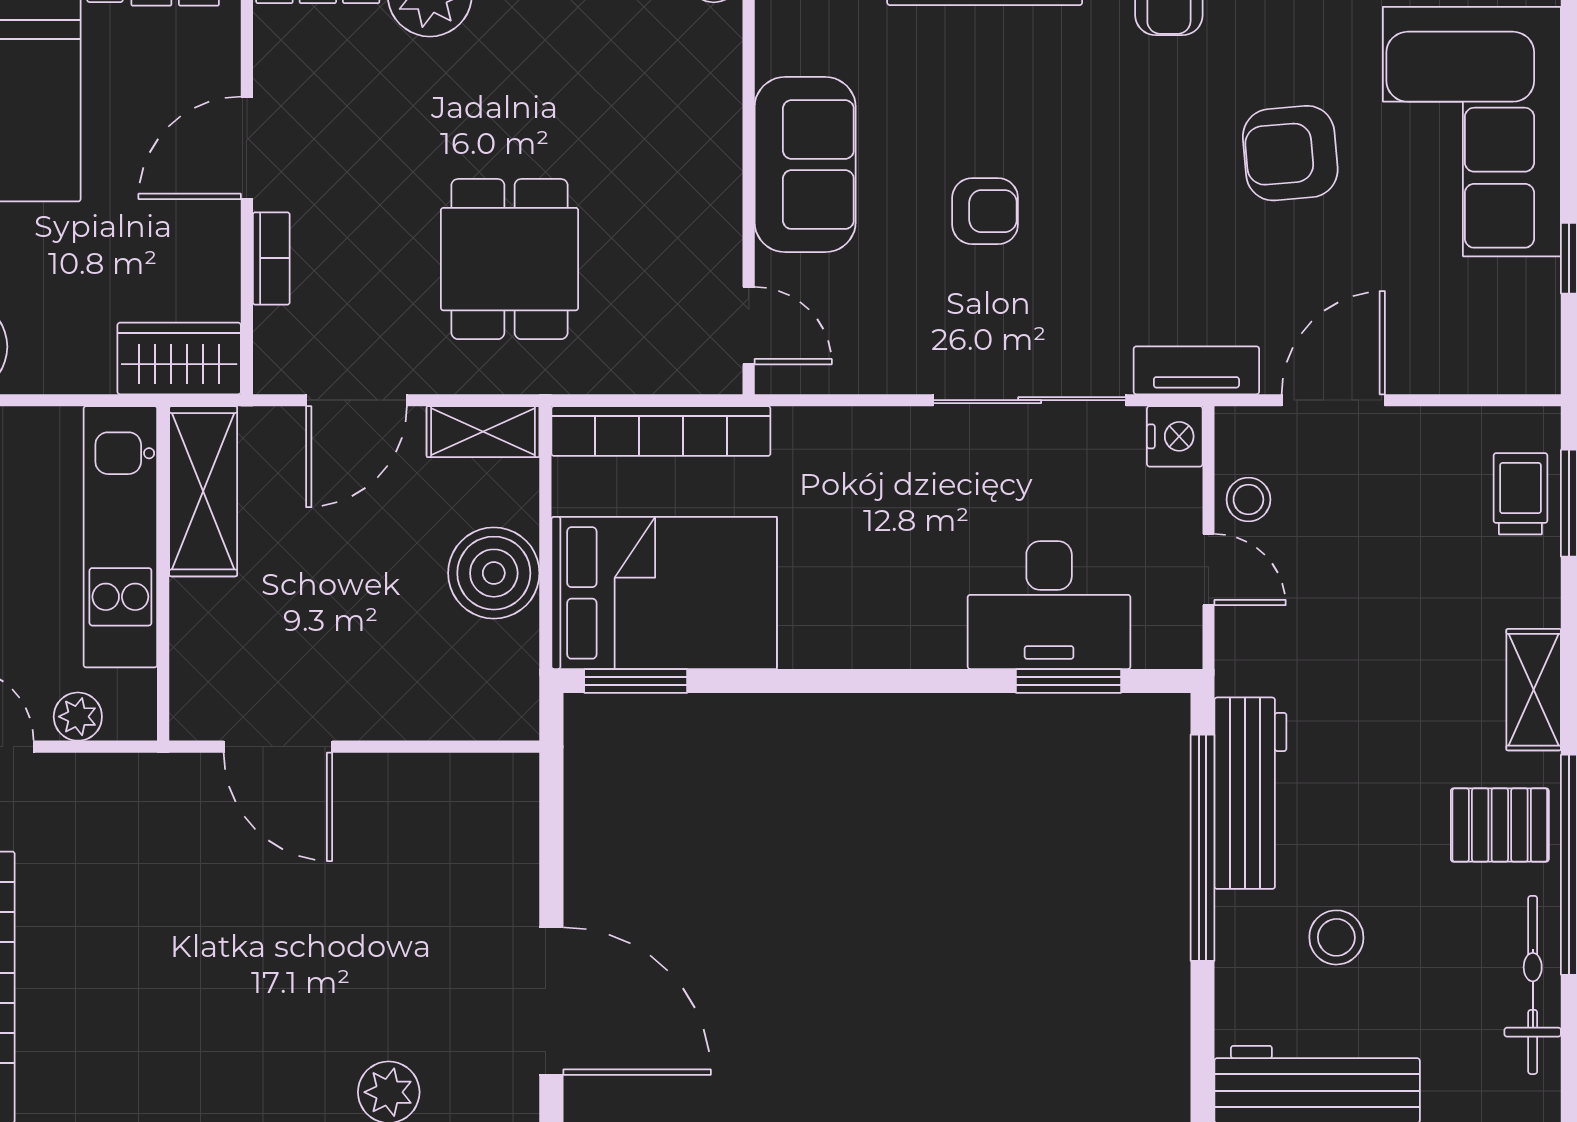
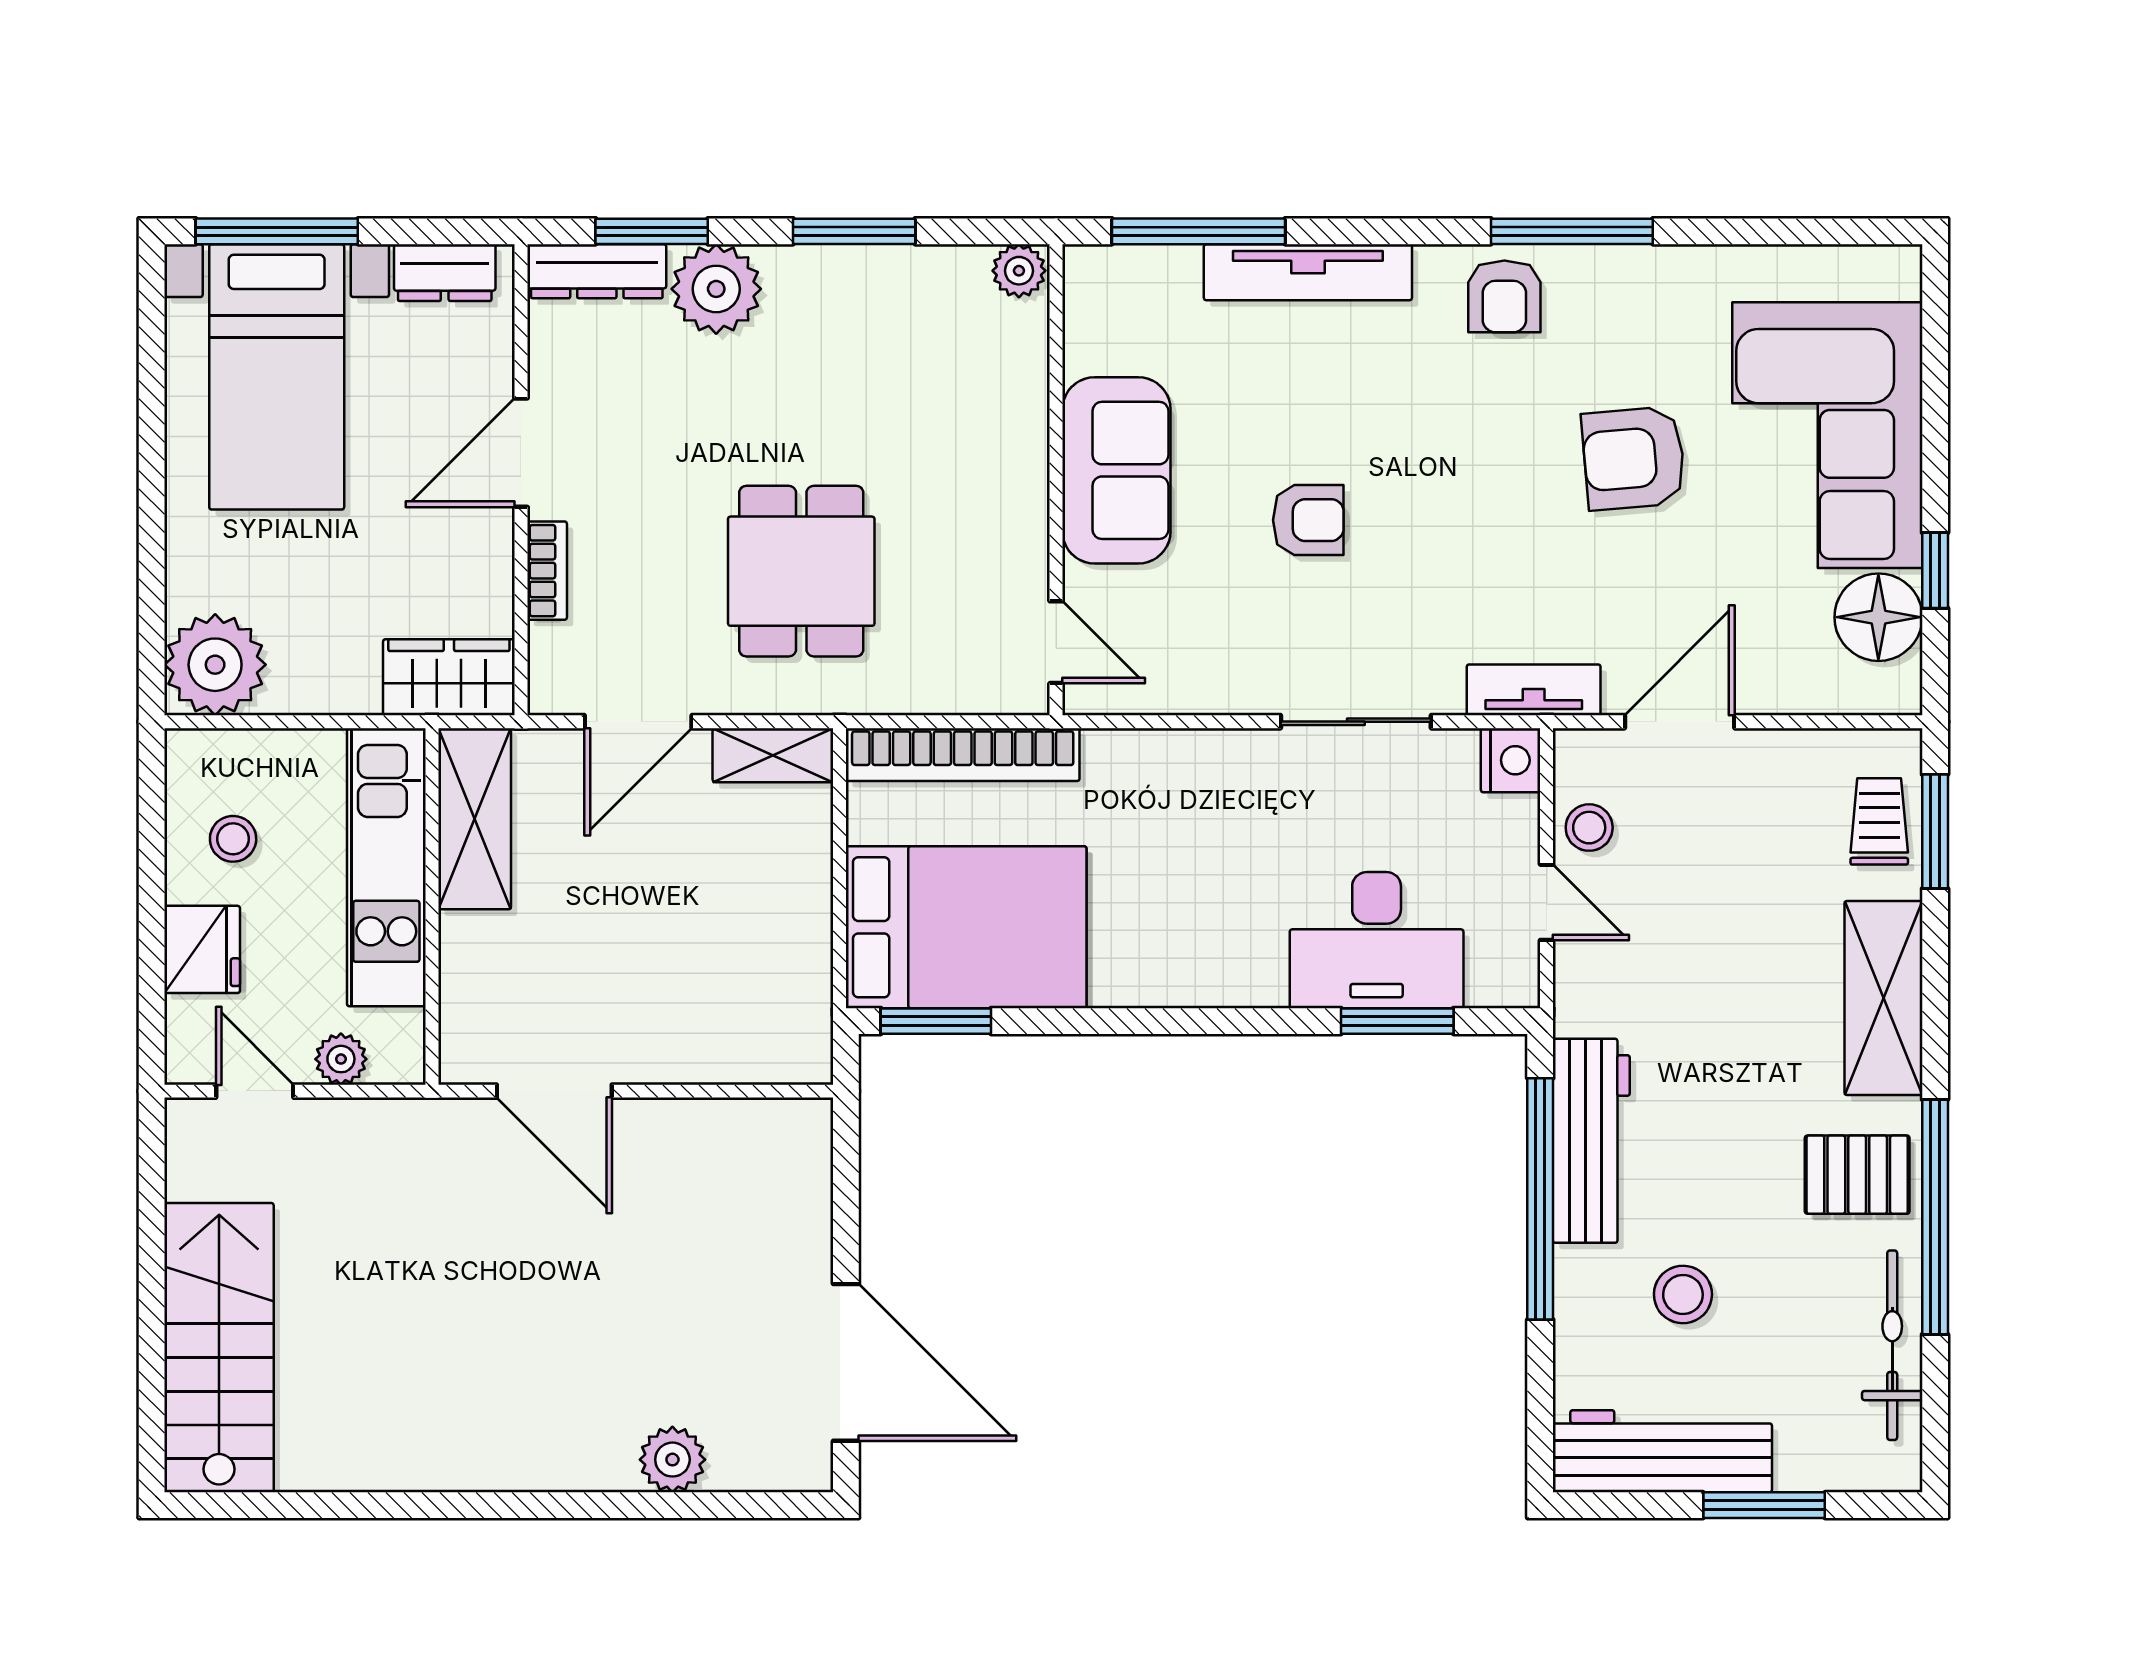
floor lamp: (1520, 302) -> (1878, 617), added
sliding door: (1030, 400) -> (1356, 722), width x0.73
boiler: (494, 573) -> (785, 906), removed
shelving: (1534, 690) -> (1883, 998), width x1.50, depth x1.33

